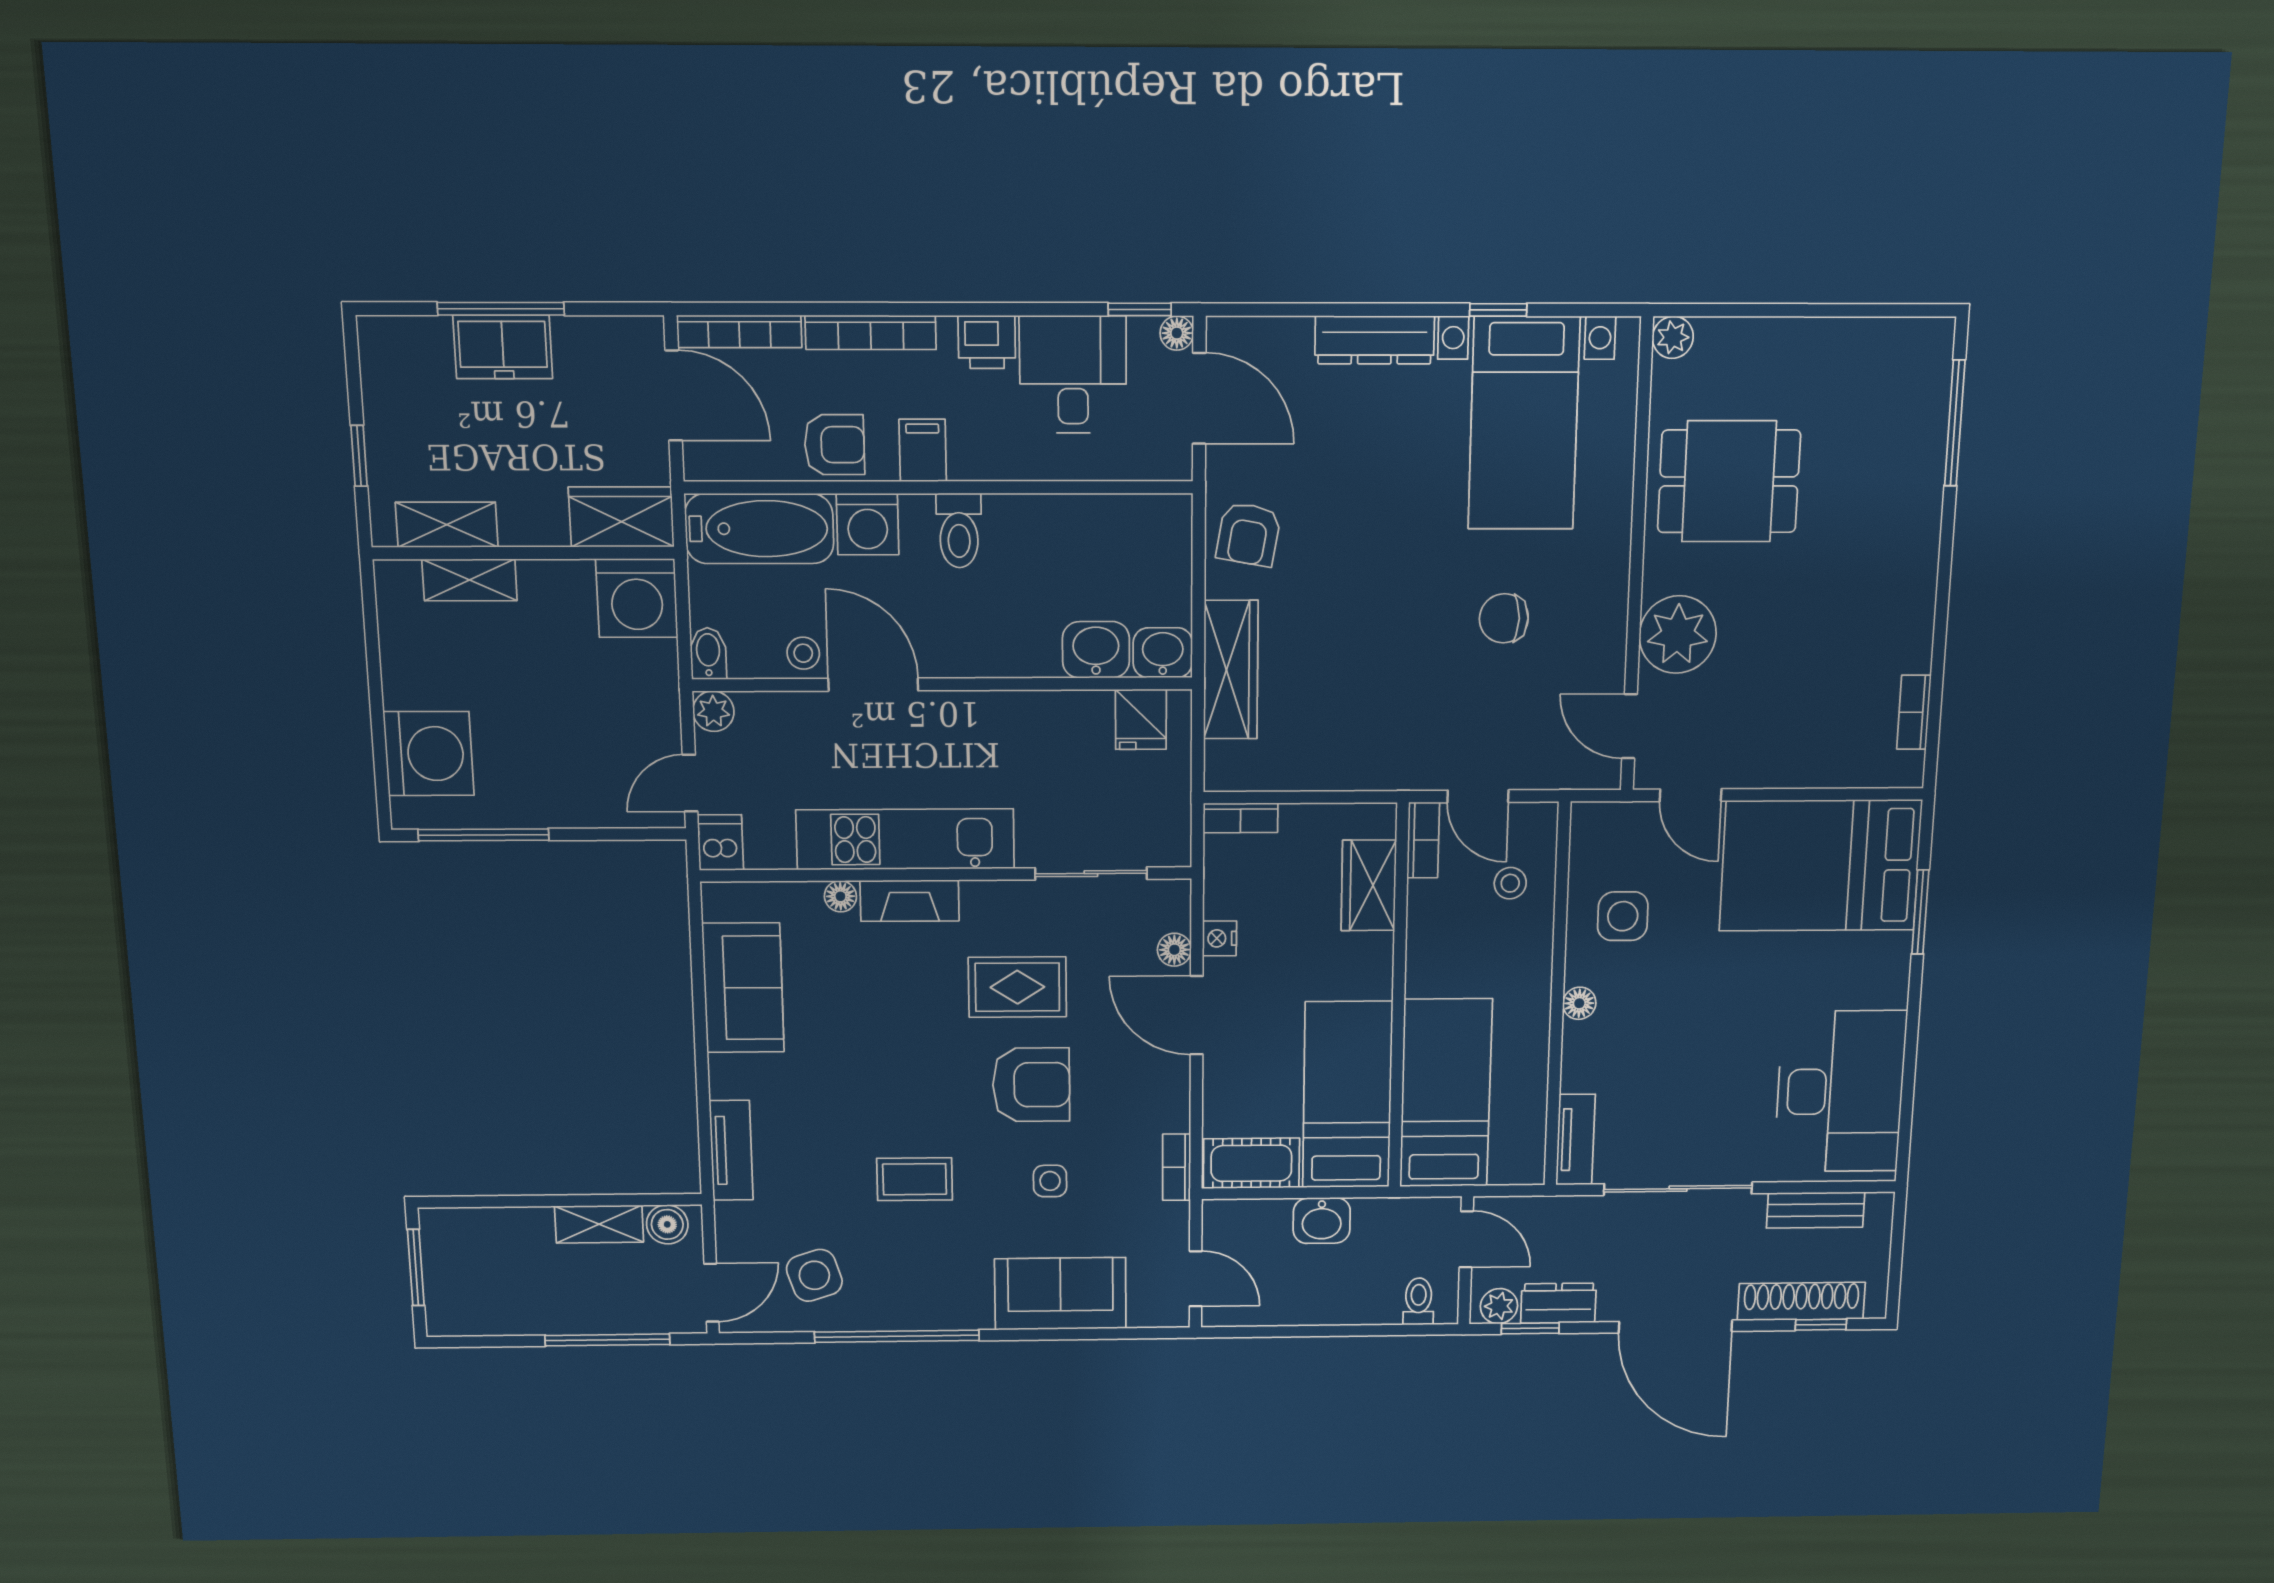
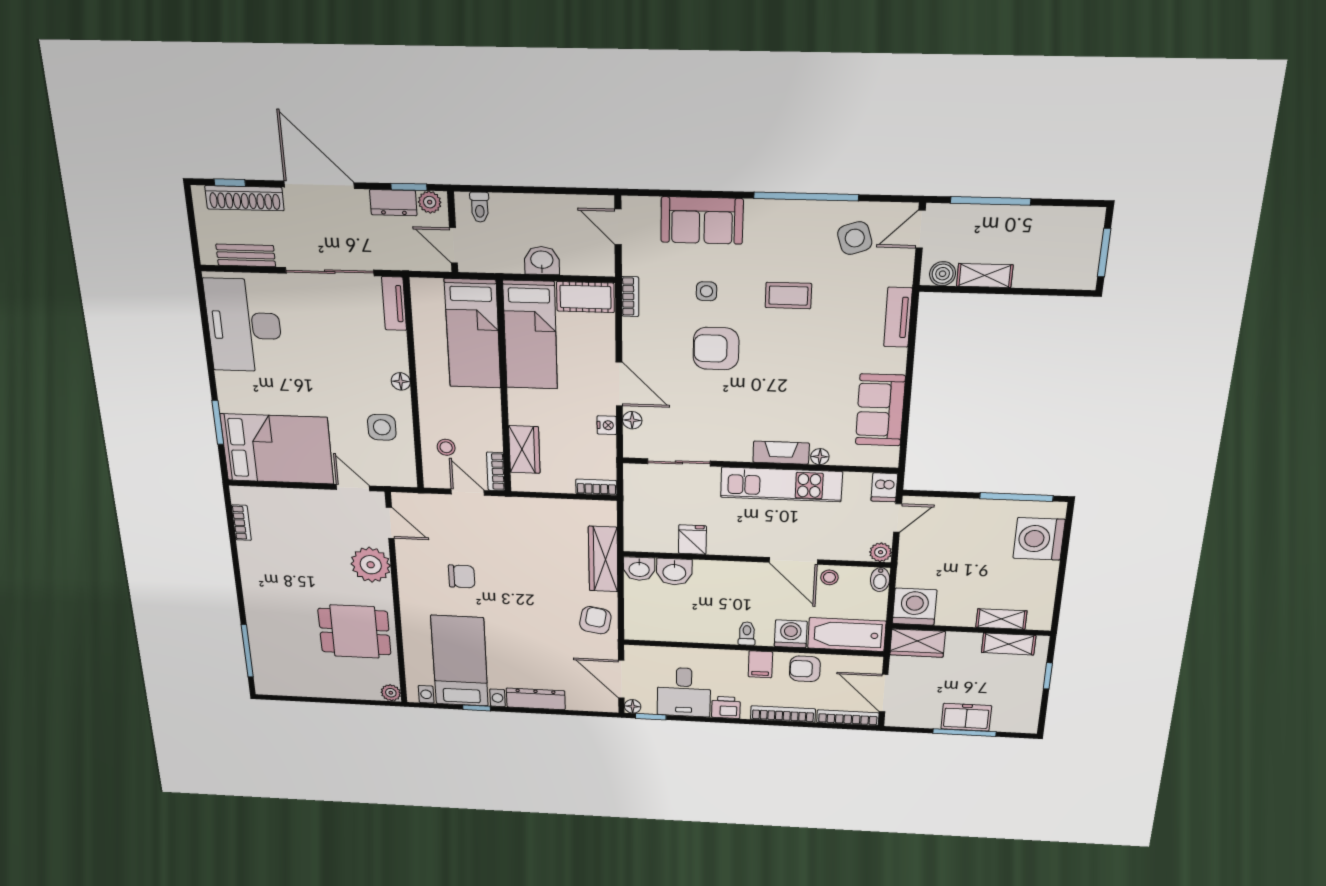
toilet: (959, 531) -> (747, 634), width x0.73, depth x0.72
fridge: (1141, 719) -> (692, 540), moved
rug: (1017, 987) -> (722, 404), removed

